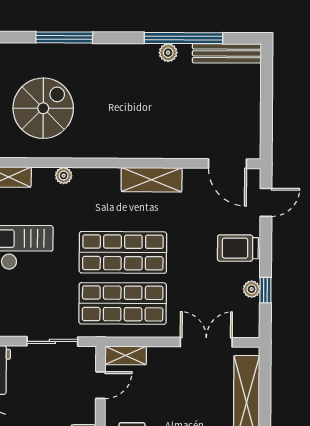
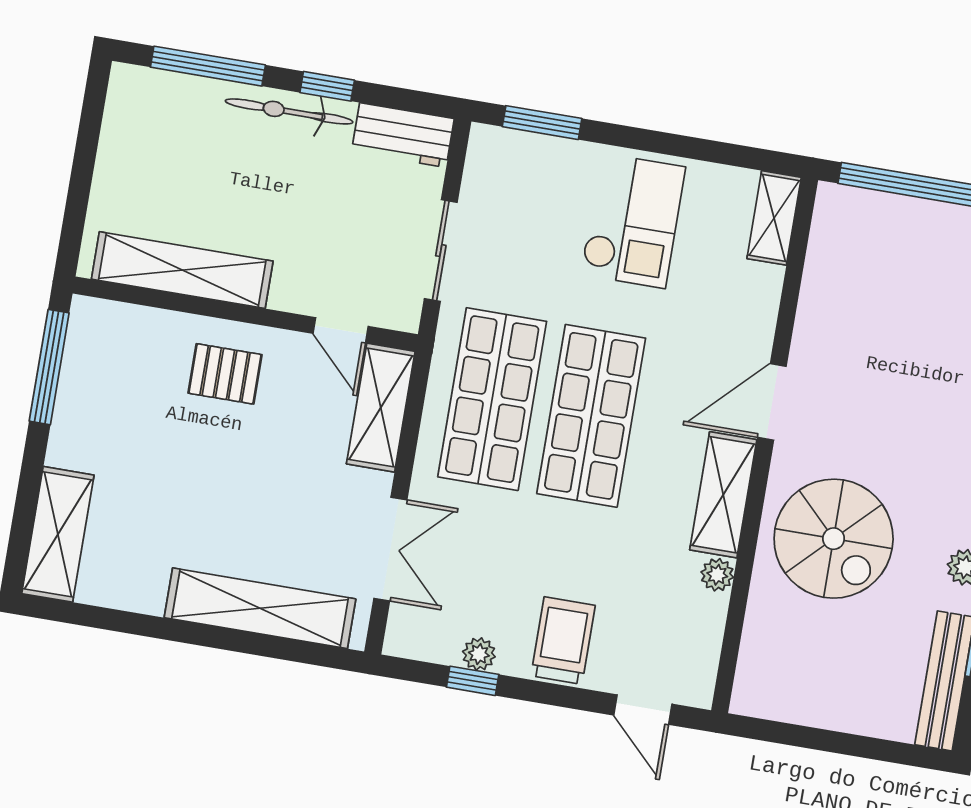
spiral stairs: (43, 108) -> (834, 539), moved
door: (228, 164) -> (772, 402), moved
plant: (64, 176) -> (717, 575), moved
shelving: (126, 355) -> (381, 408), width x1.50, depth x1.33

